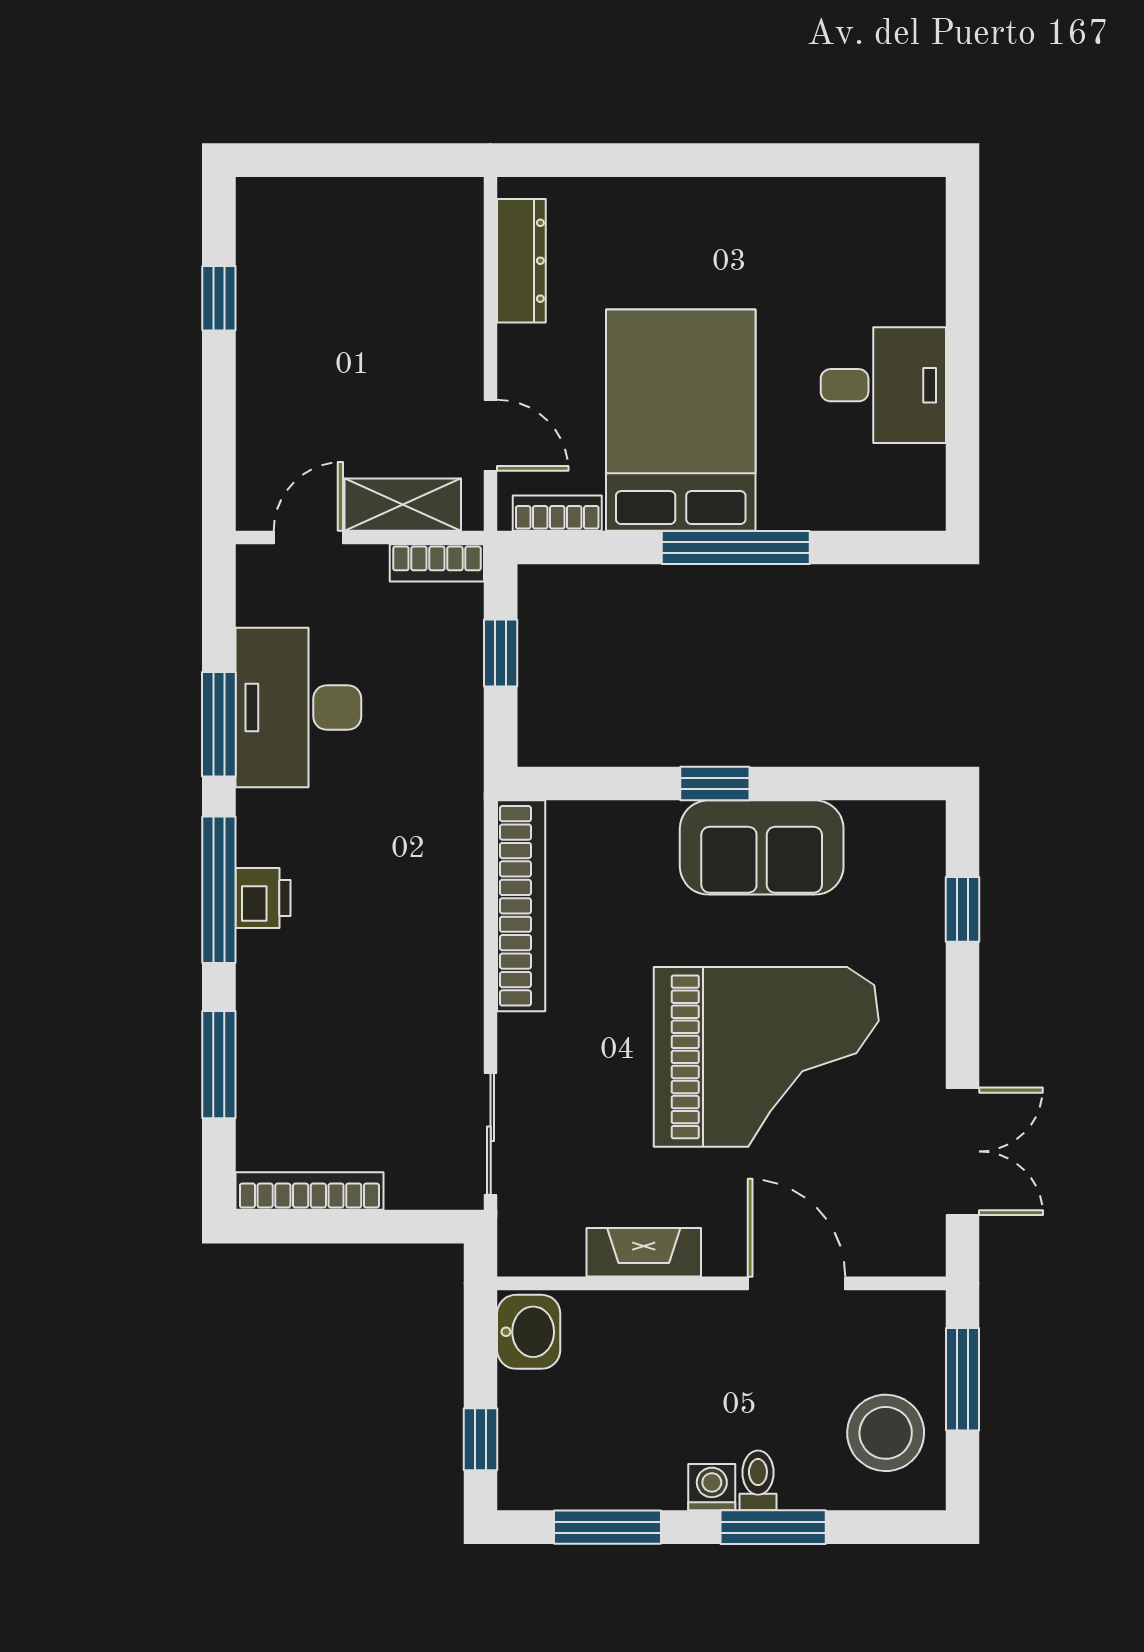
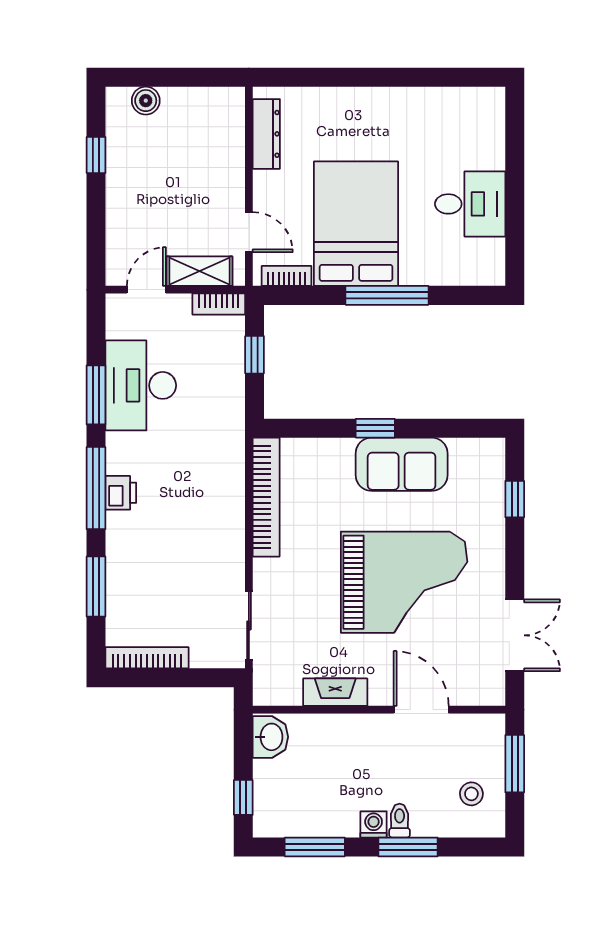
boiler: (307, 202) -> (146, 101), added
stool: (886, 1433) -> (471, 794), width x0.53, depth x0.53

